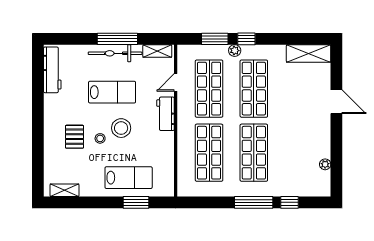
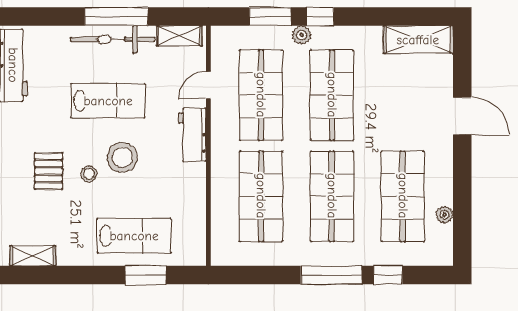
shop shelf: (299, 153) -> (403, 196), added

